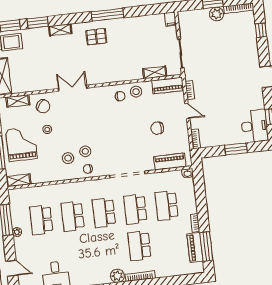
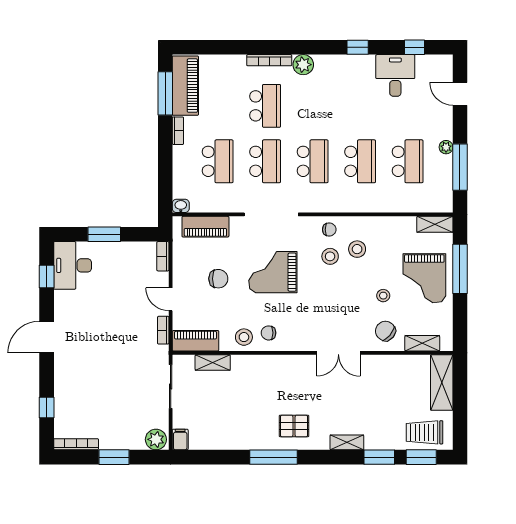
plant: (217, 14) -> (156, 439), moved
grand piano: (122, 137) -> (273, 272), added
piano: (195, 248) -> (185, 86), width x1.37, depth x1.33

